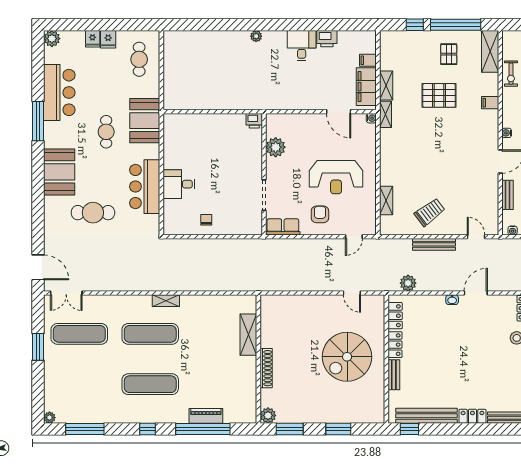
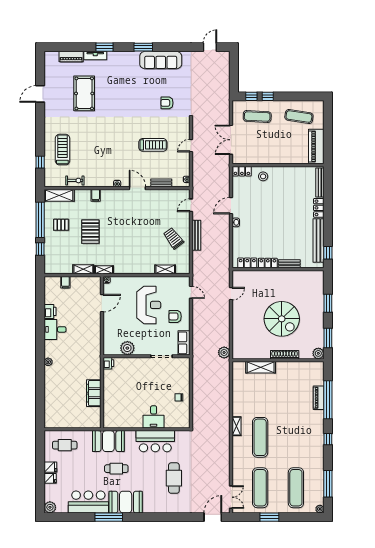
filing cabinet: (366, 87) -> (94, 393), moved, turned 90
booth: (59, 172) -> (126, 502), moved
plant: (408, 283) -> (224, 352), moved
door: (476, 293) -> (231, 206), hinge flipped
spiral stairs: (347, 357) -> (282, 319), moved
exercise mat: (150, 384) -> (296, 488), moved

